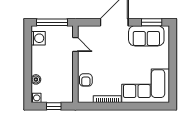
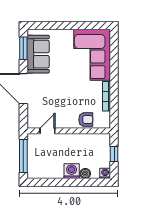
washing machine: (38, 38) -> (72, 171), moved

